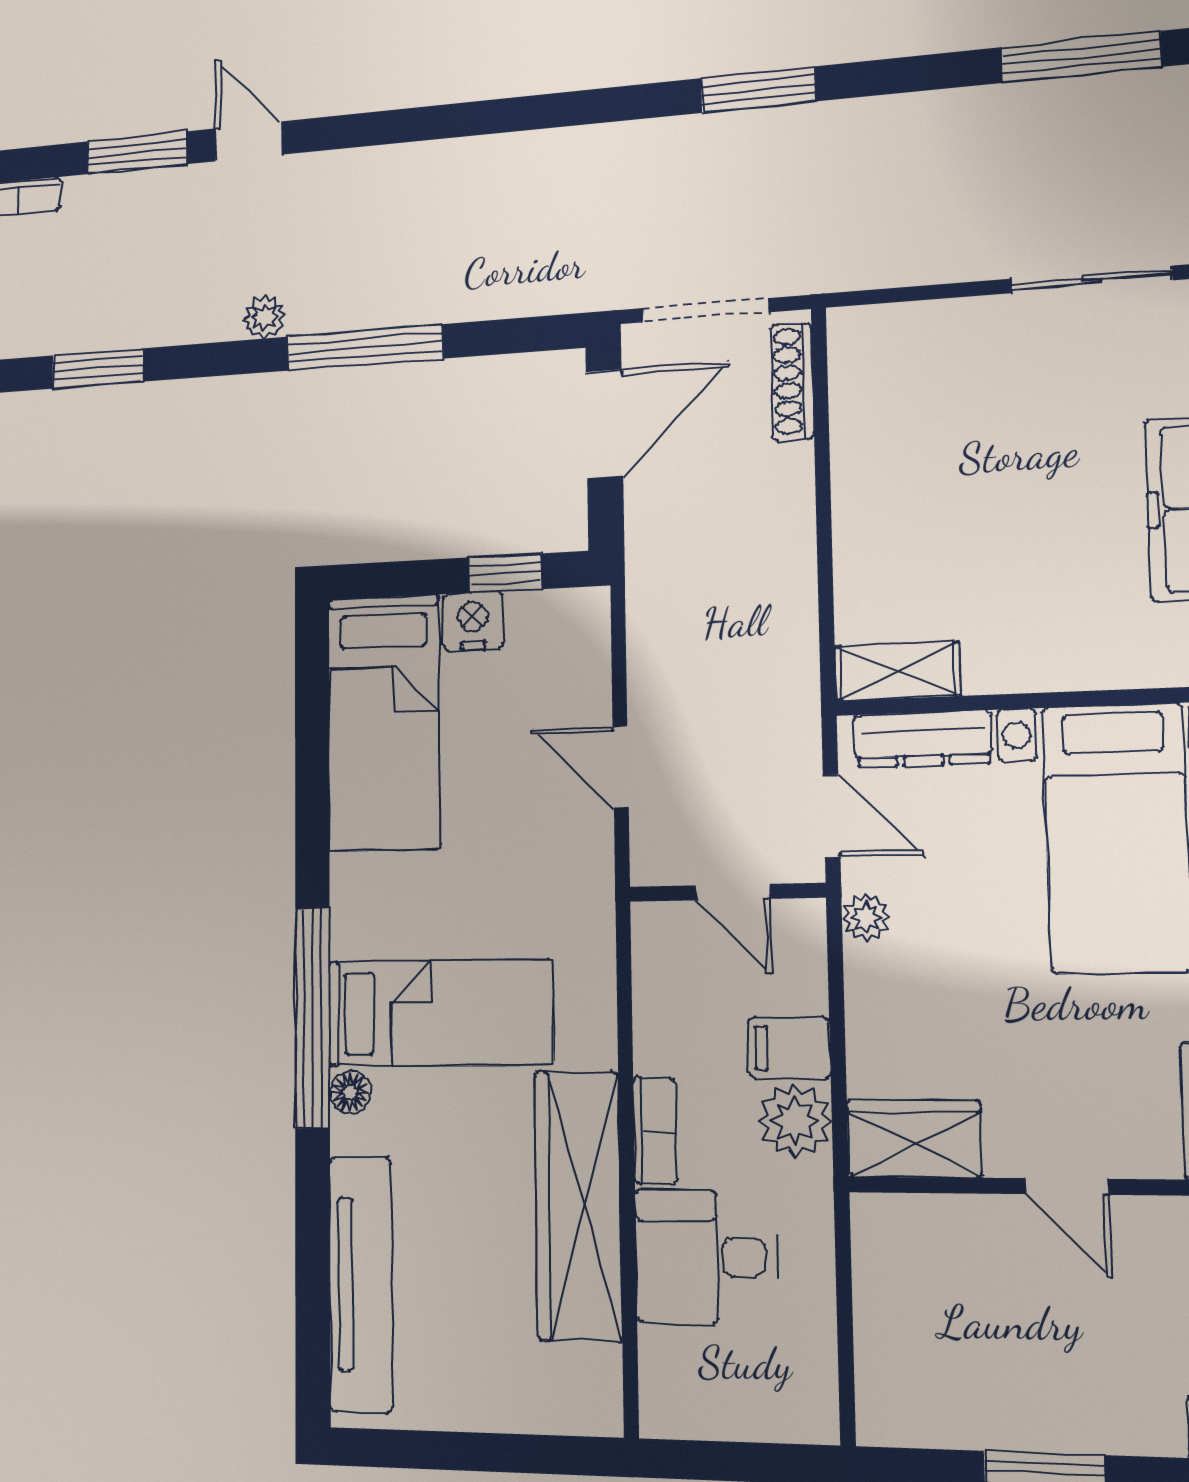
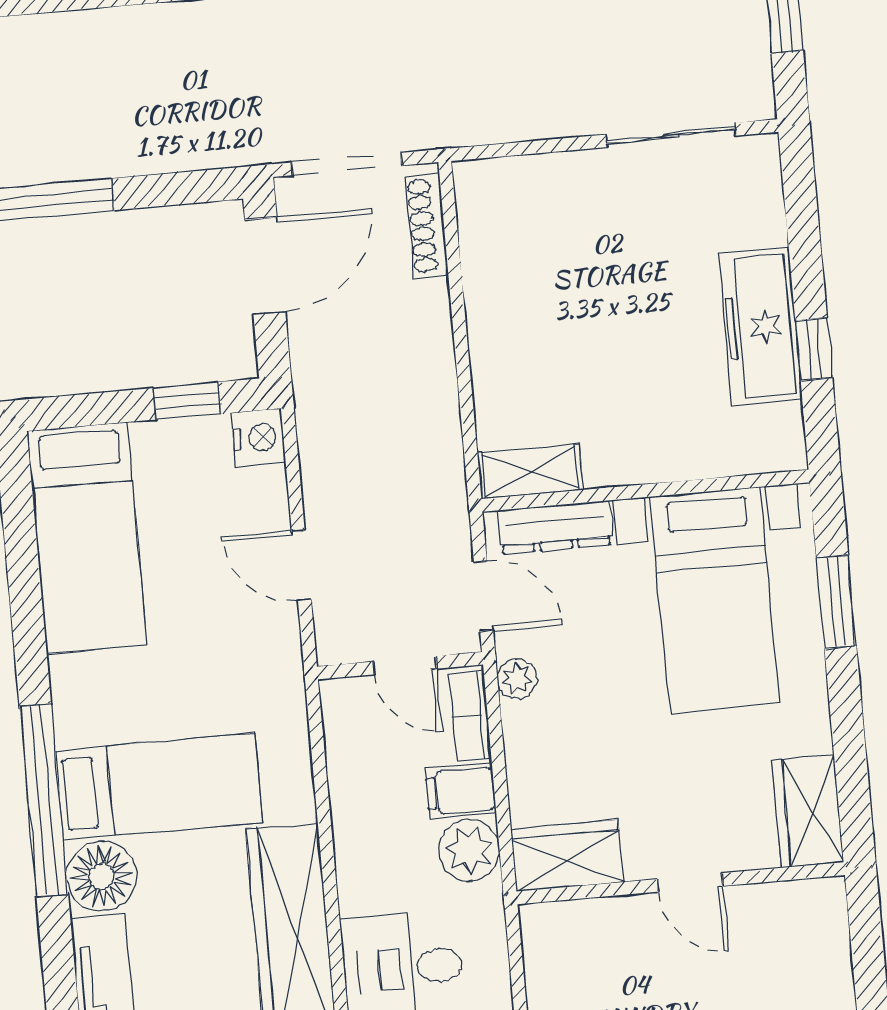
nightstand: (473, 621) -> (258, 438), moved, turned 90
floor lamp: (350, 1092) -> (102, 876), width x1.89, depth x1.89
bookcase: (655, 1131) -> (470, 716), moved, turned 180

